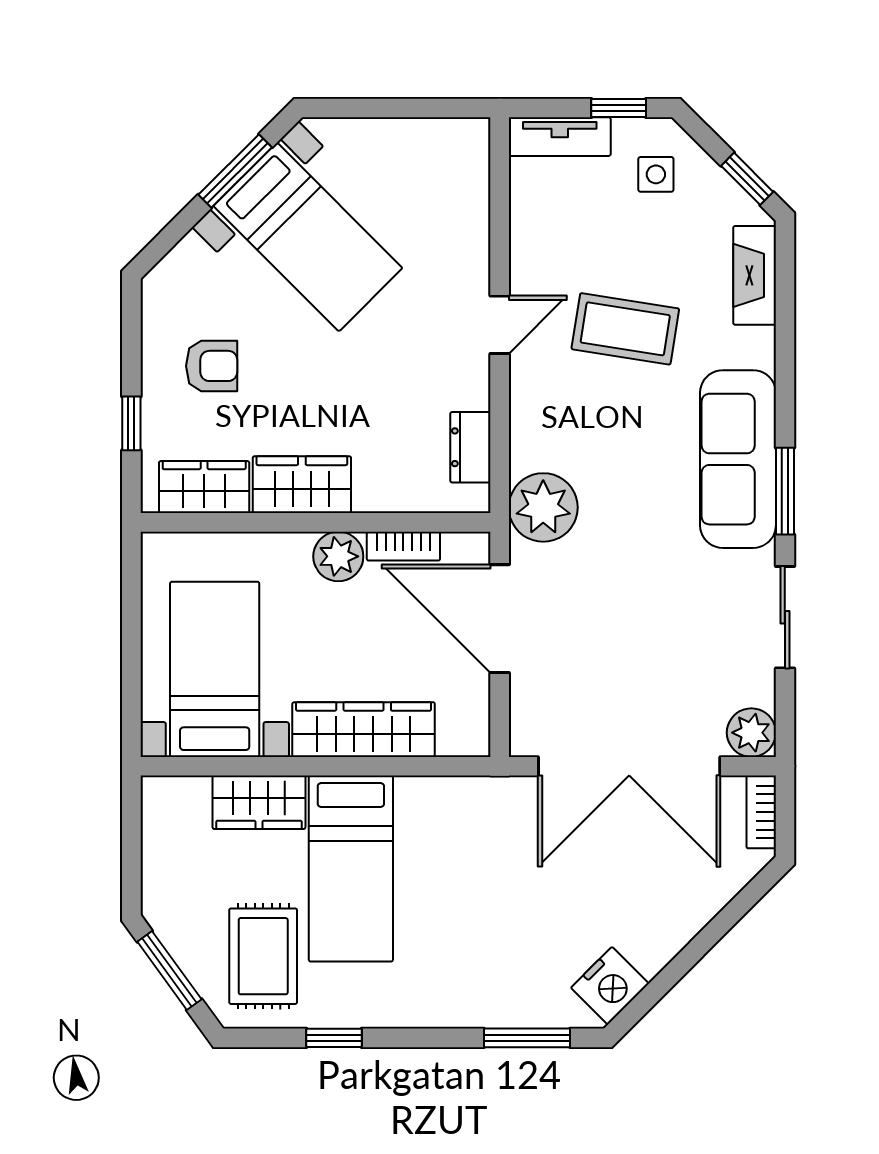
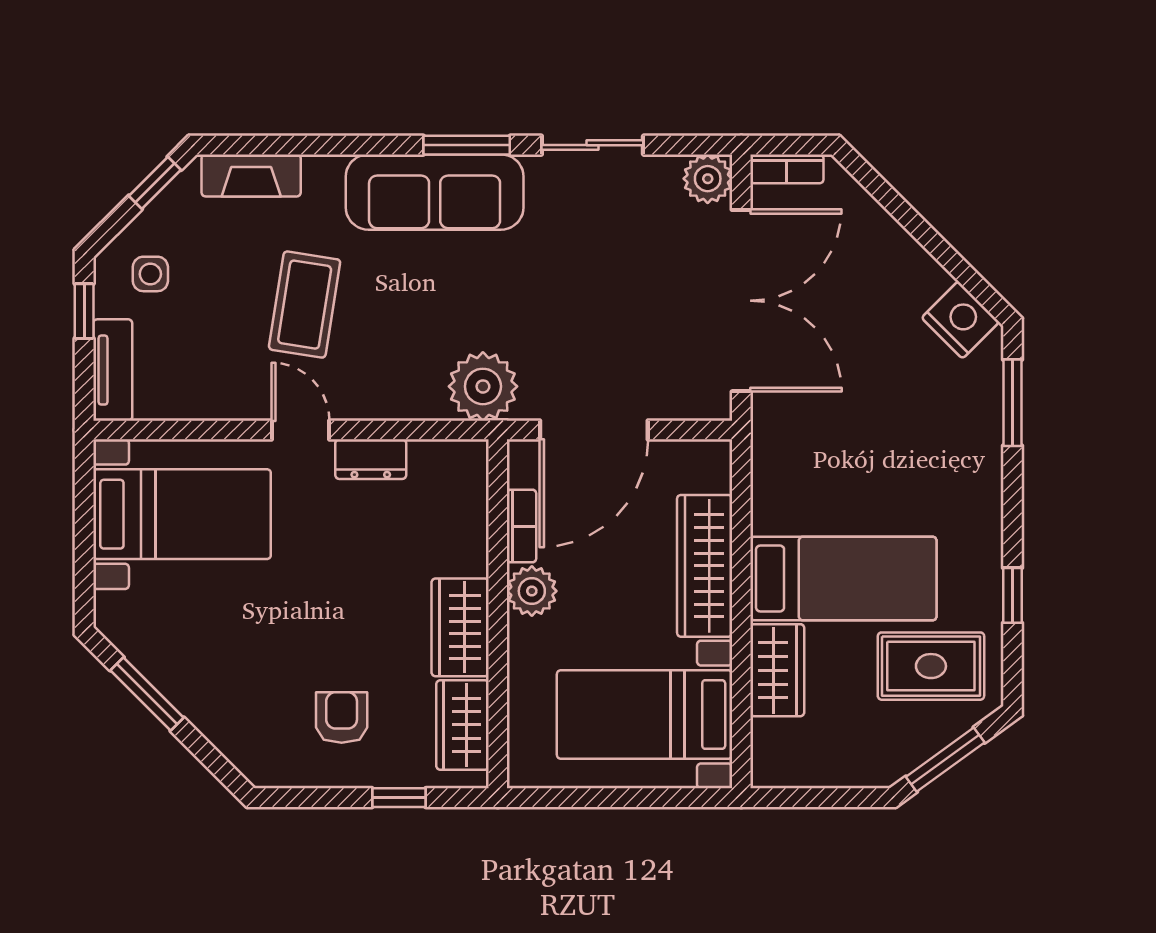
bed with nightstands: (308, 237) -> (182, 514), moved, turned 45
dresser: (470, 447) -> (371, 459), moved

